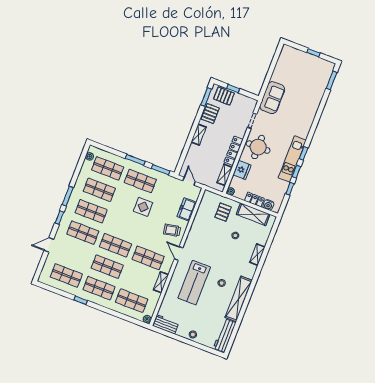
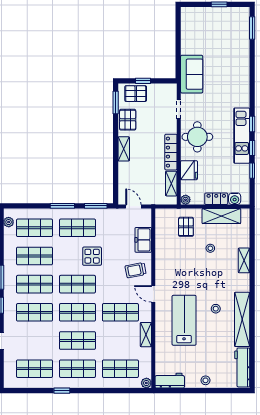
shop shelf: (124, 224) -> (77, 284), added
lab bench: (194, 283) -> (184, 320), turned 180

